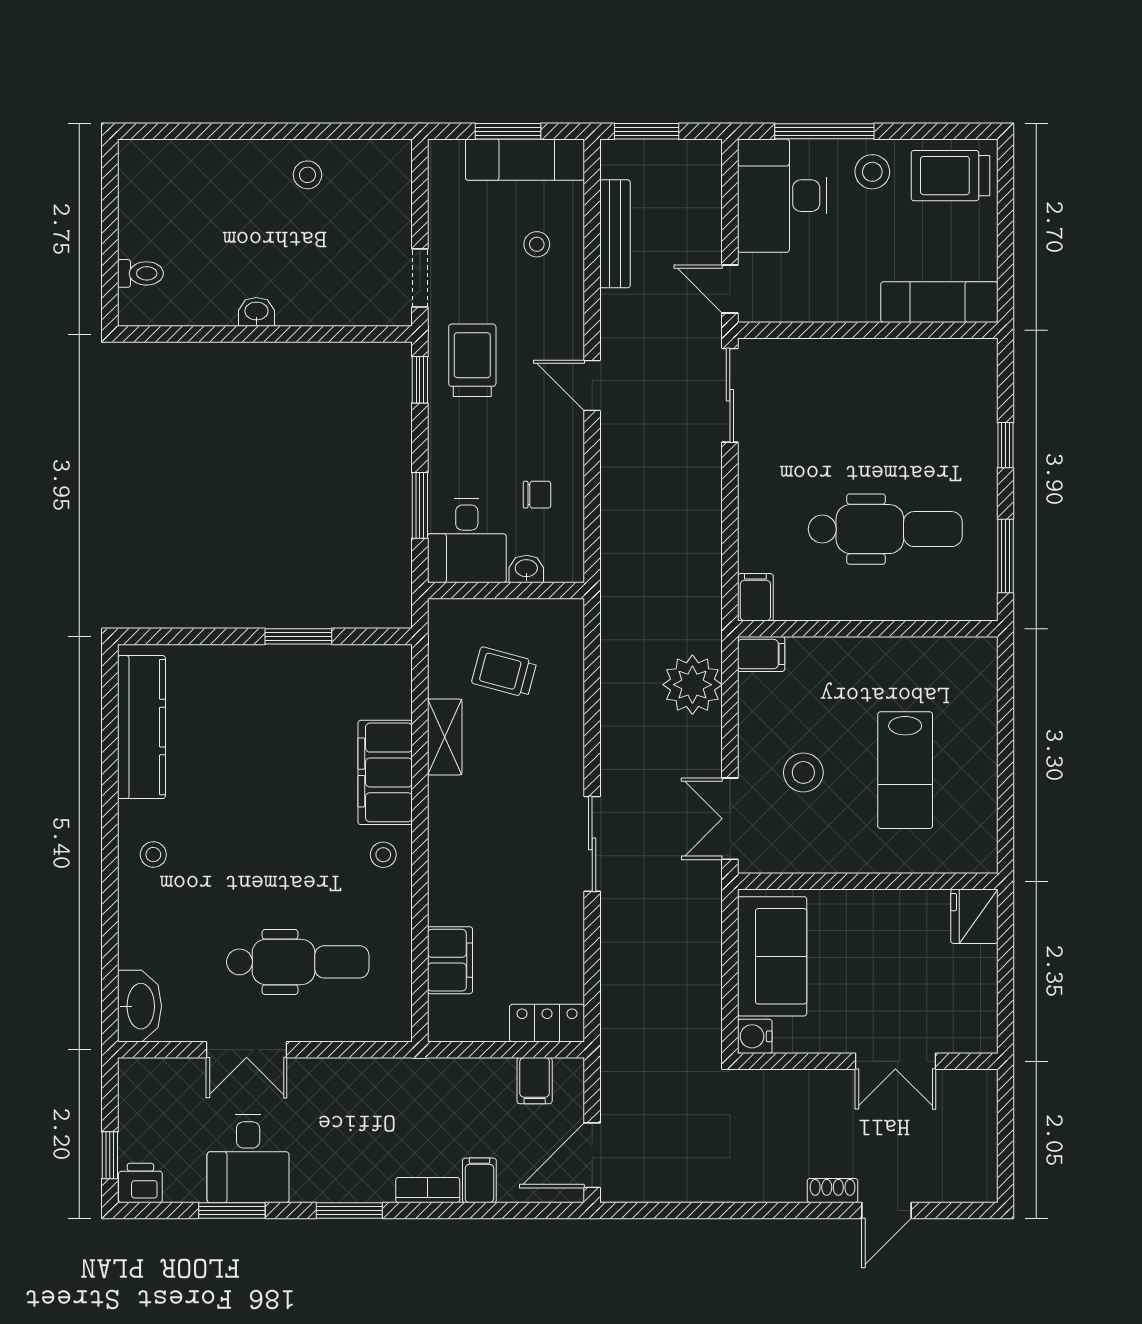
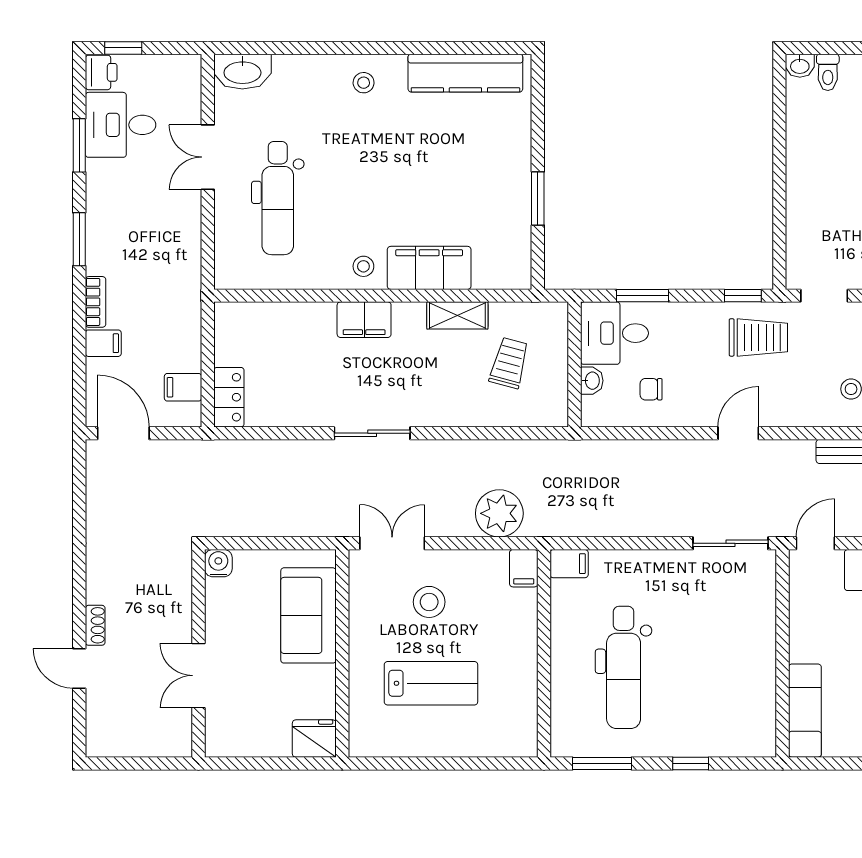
washbasin: (256, 312) -> (800, 66), moved, turned 90
chair: (537, 495) -> (651, 389), turned 90
lab bench: (905, 770) -> (431, 683), turned 180
sofa: (772, 956) -> (308, 615), moved, turned 90
filing cabinet: (450, 960) -> (364, 320), moved
desk: (248, 1159) -> (121, 125), moved

